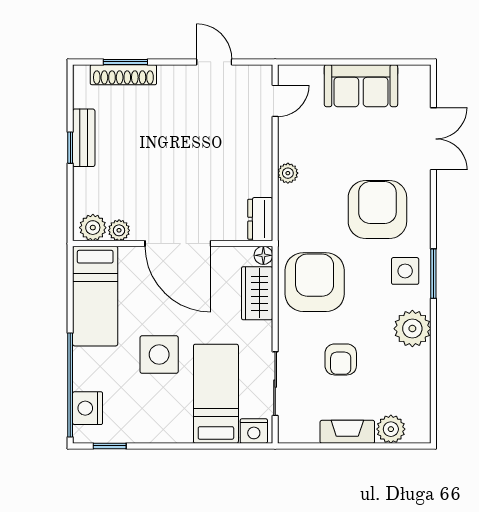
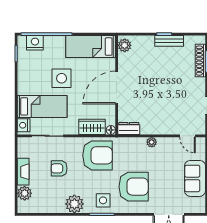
plant: (119, 230) -> (123, 58), removed

